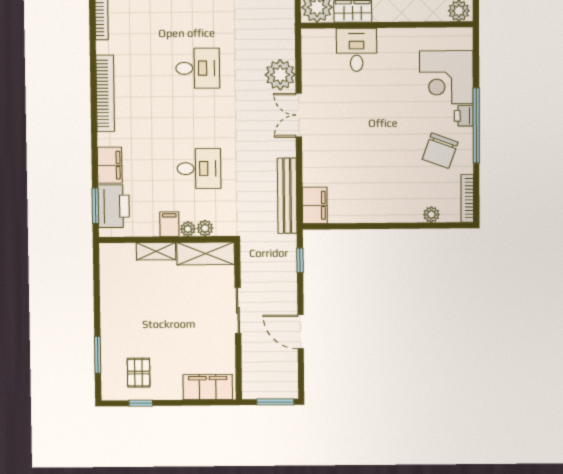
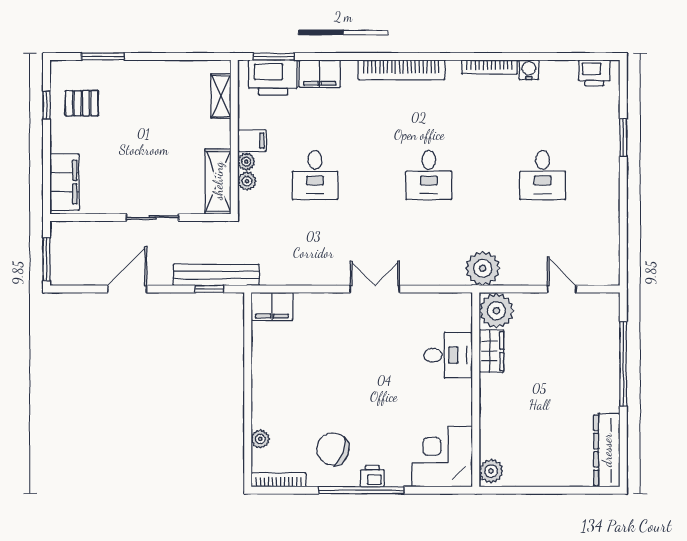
plant: (280, 75) -> (483, 268), moved
corner desk: (446, 77) -> (442, 457), moved
bench: (287, 196) -> (216, 275), moved
shelving: (156, 251) -> (221, 96), moved

